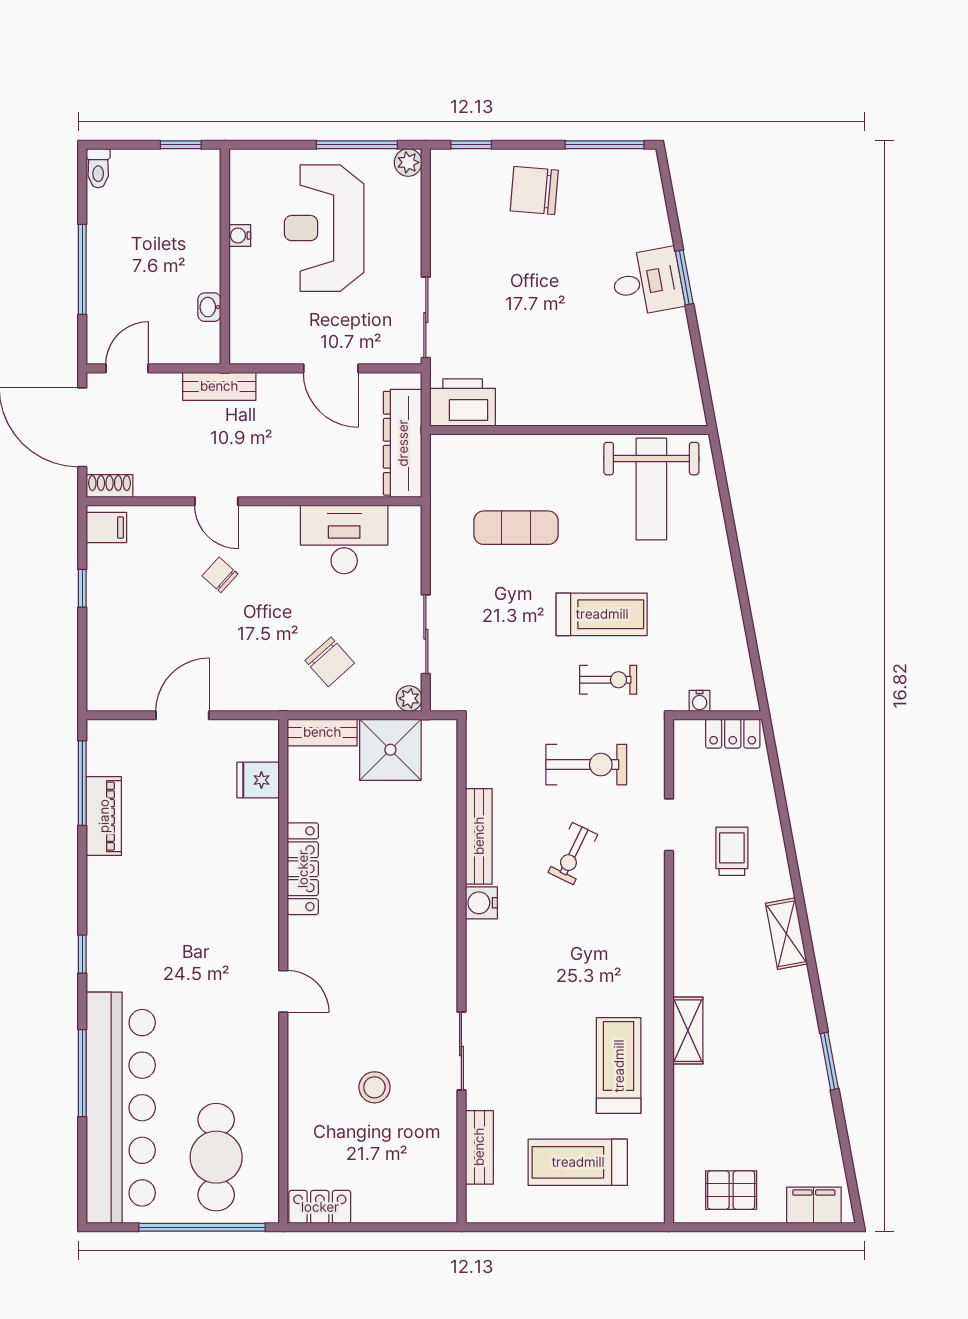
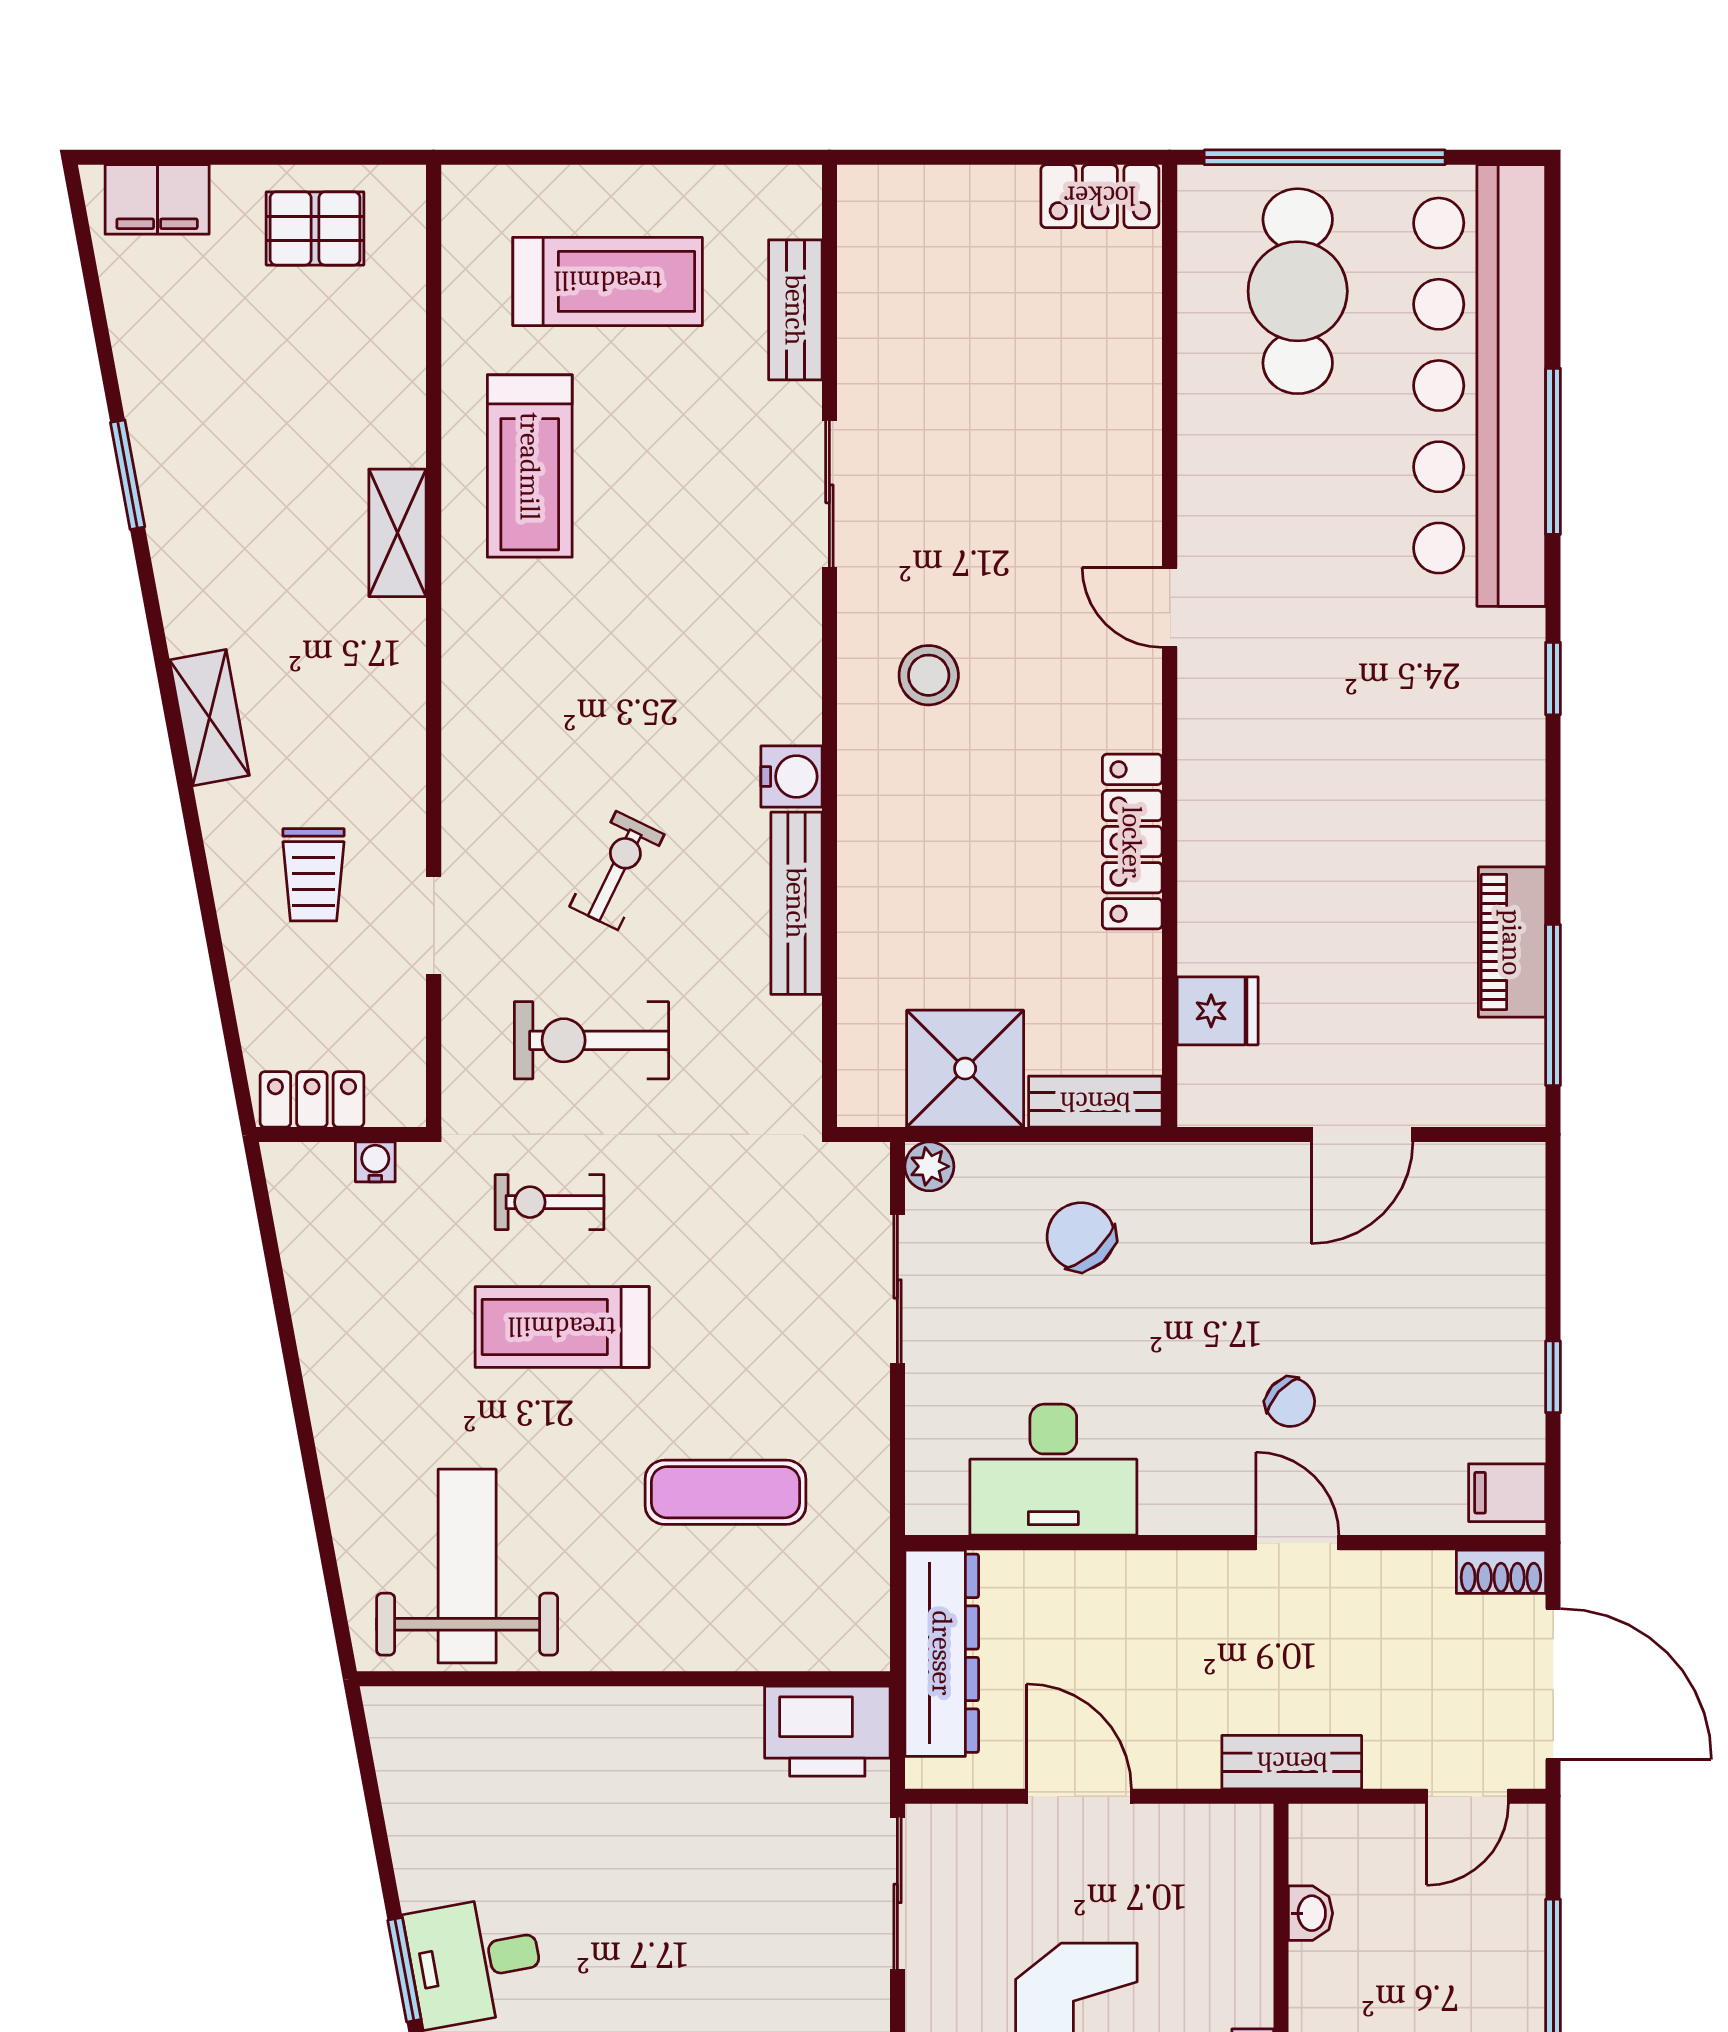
stool: (374, 1087) -> (929, 675), moved

